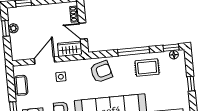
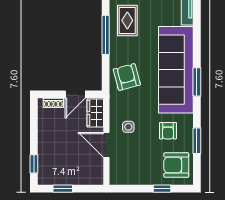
plant: (13, 28) -> (64, 179), removed
coffee table: (21, 85) -> (134, 176), removed

